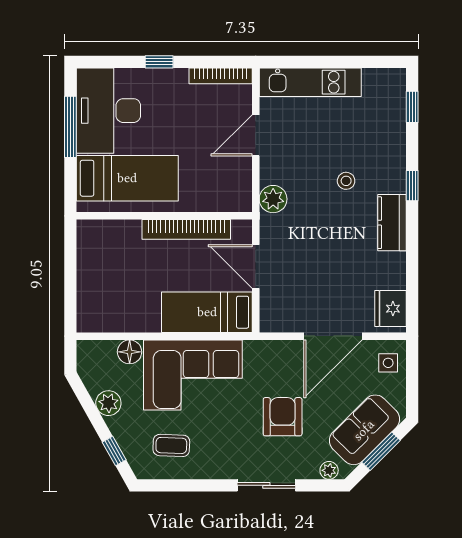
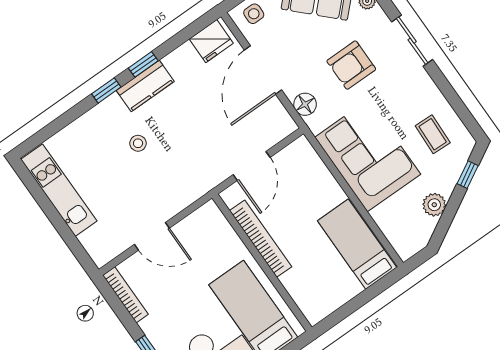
kitchen unit: (310, 82) -> (59, 190), moved
window: (412, 107) -> (143, 64), moved
plant: (273, 199) -> (191, 189), removed
bed: (207, 312) -> (357, 244), moved, turned 180
door: (333, 336) -> (263, 70), swing flipped
floor lamp: (130, 352) -> (305, 104), moved

